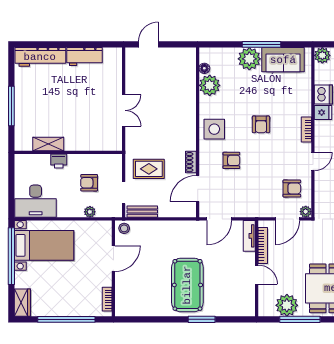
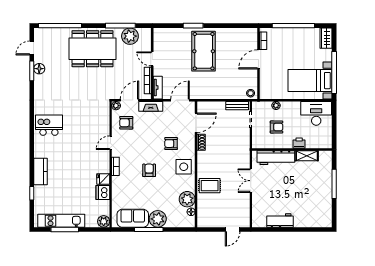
workbench: (40, 57) -> (276, 158), moved, turned 180
rug: (149, 169) -> (210, 186), moved
fireplace: (259, 211) -> (151, 106), added
door: (113, 259) -> (259, 59), moved

